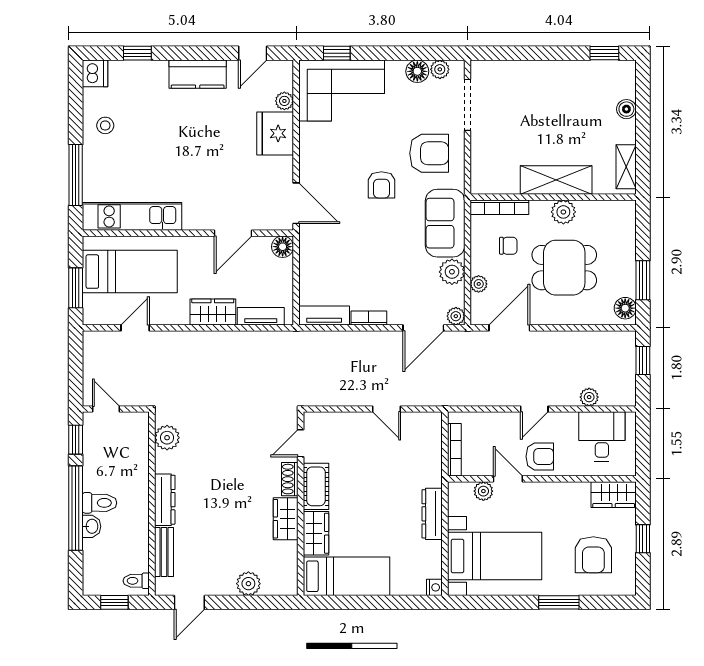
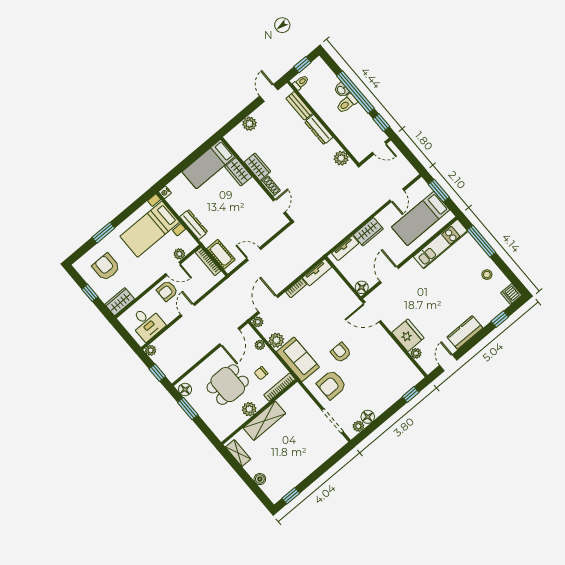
corner sofa: (342, 91) -> (394, 380), removed
plant: (589, 397) -> (151, 350), moved
cot: (316, 486) -> (221, 254), moved

